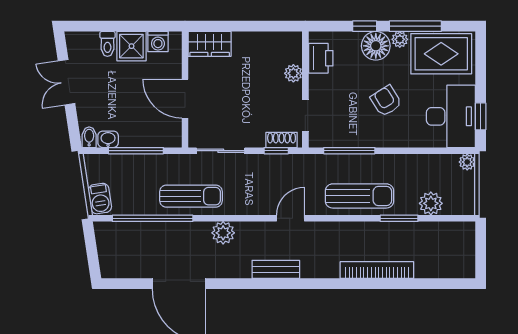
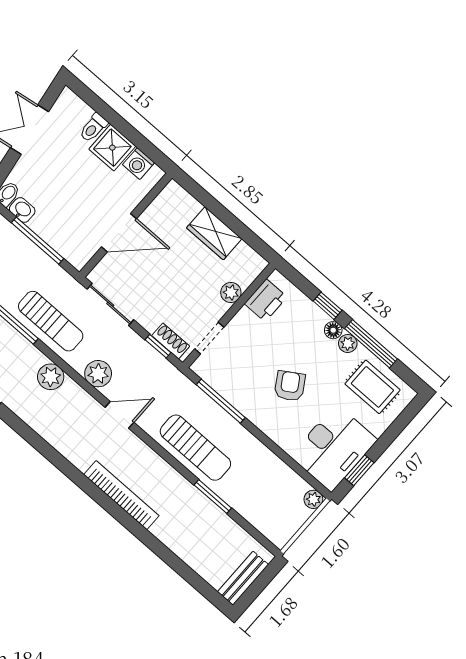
wardrobe: (210, 44) -> (214, 233), moved
floor lamp: (376, 46) -> (333, 330), width x0.53, depth x0.53
rug: (441, 54) -> (372, 387), width x0.73, depth x0.70
door: (185, 99) -> (119, 233), swing flipped
plant: (431, 203) -> (98, 374), moved
bench: (276, 269) -> (243, 578), moved, turned 90
bookcase: (377, 270) -> (121, 495), moved

